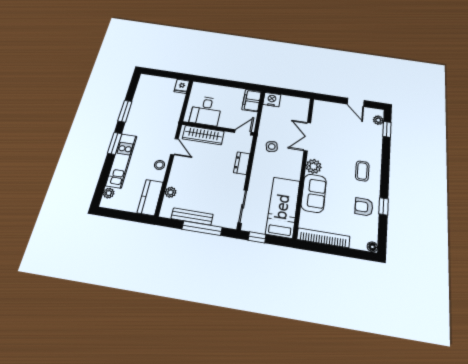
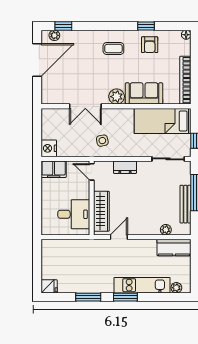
fridge: (182, 86) -> (49, 286), moved
door: (356, 102) -> (37, 60), width x1.88
stool: (160, 165) -> (140, 247), removed

